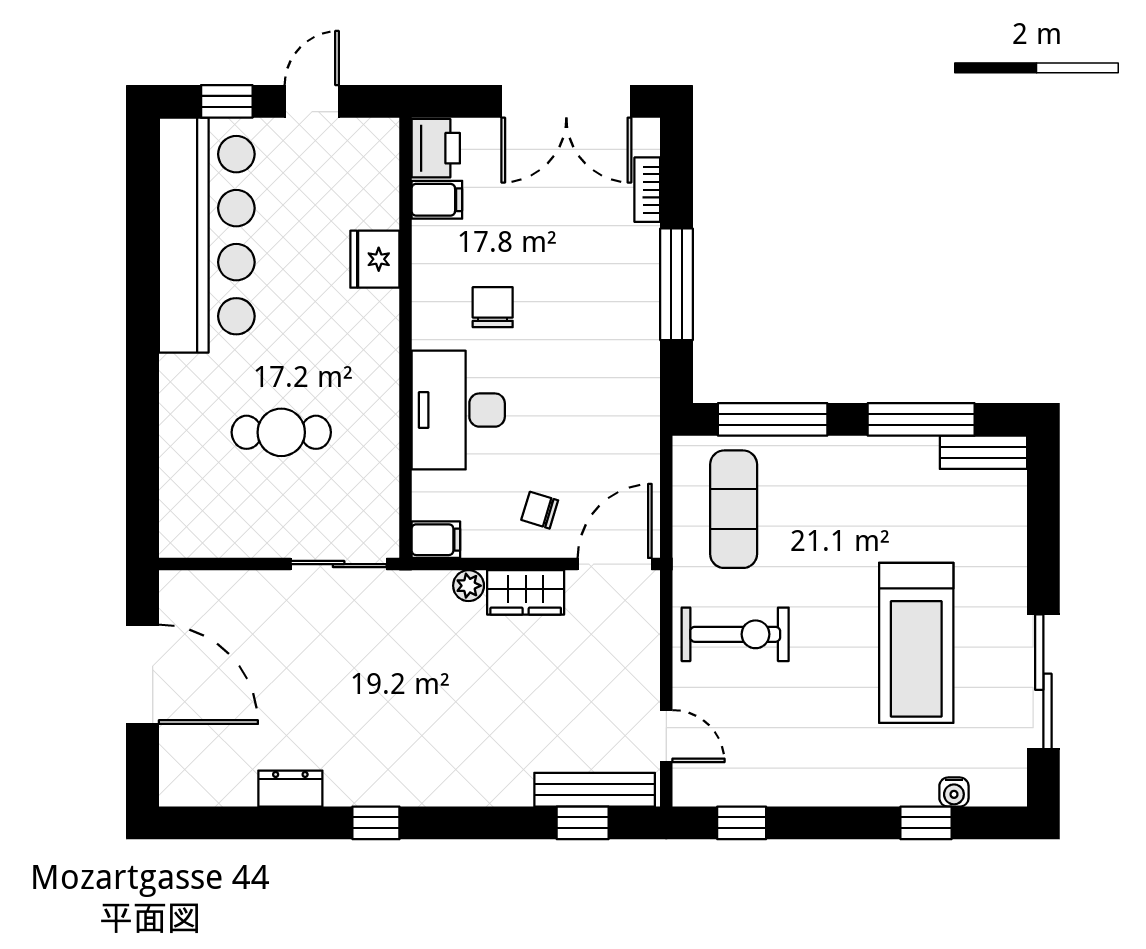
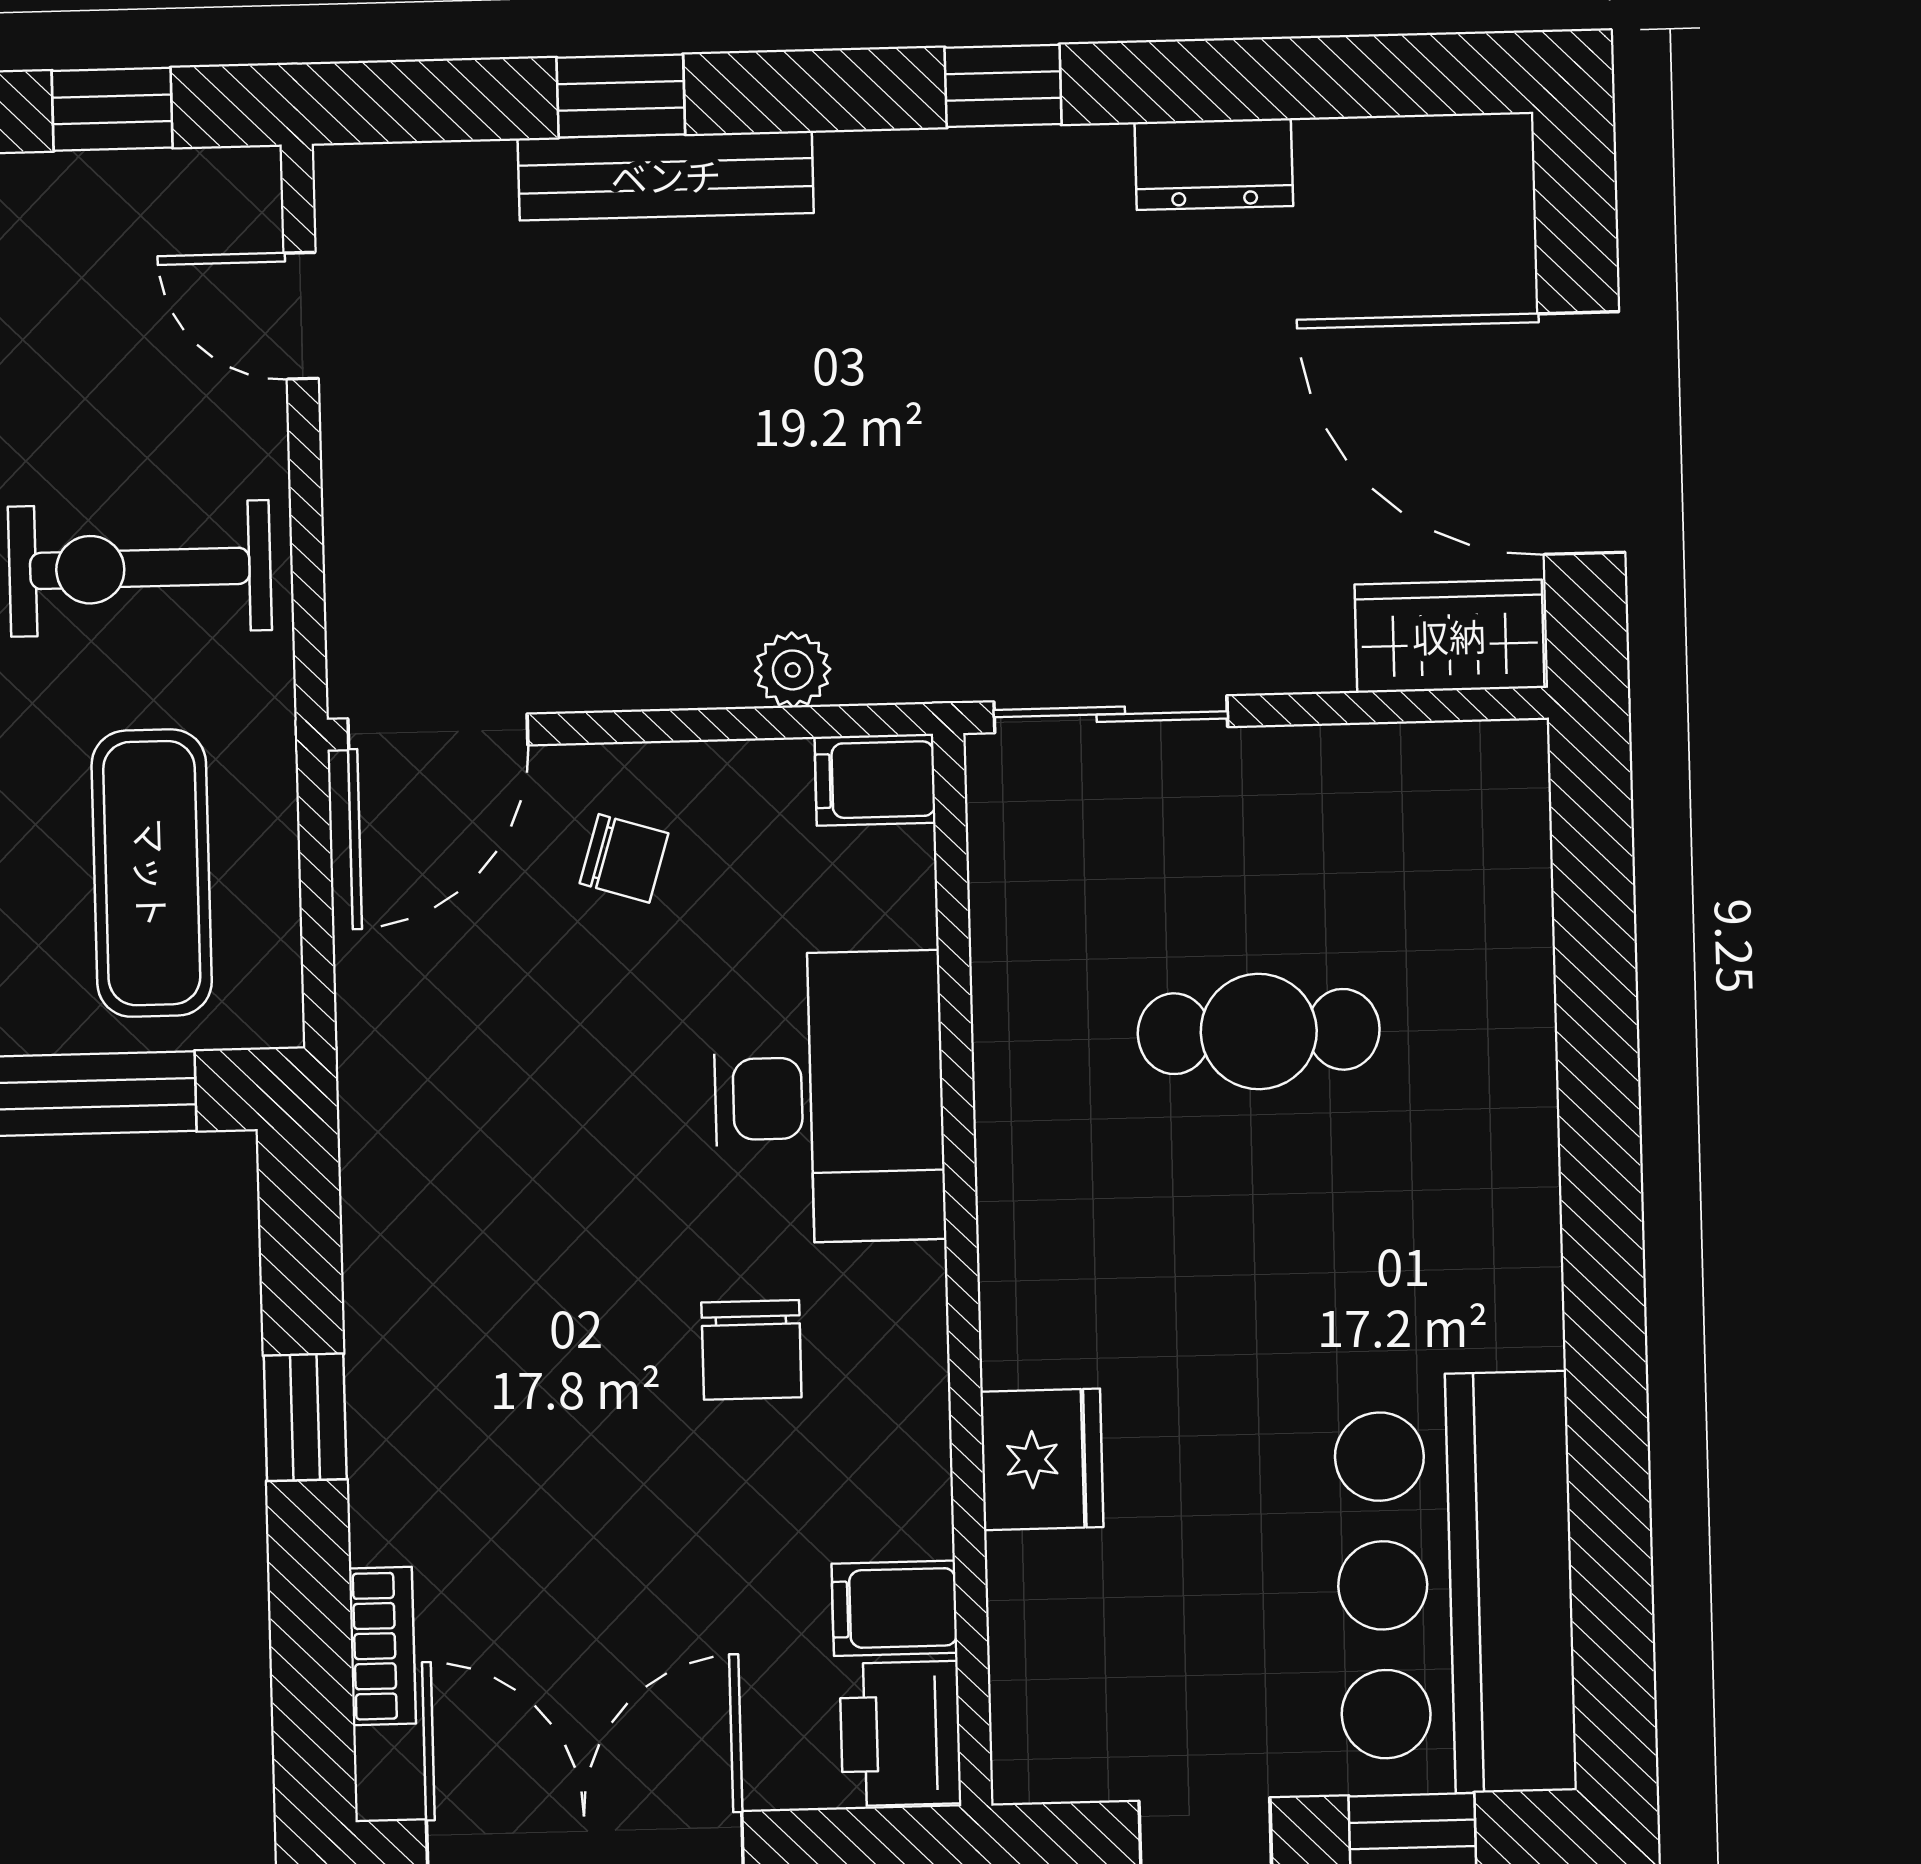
bar counter: (207, 235) -> (1455, 1583), width x0.73
window: (676, 284) -> (305, 1417), width x0.46
wardrobe: (526, 592) -> (1449, 636), moved
bench: (595, 790) -> (666, 176), moved
window: (583, 823) -> (621, 96), moved

